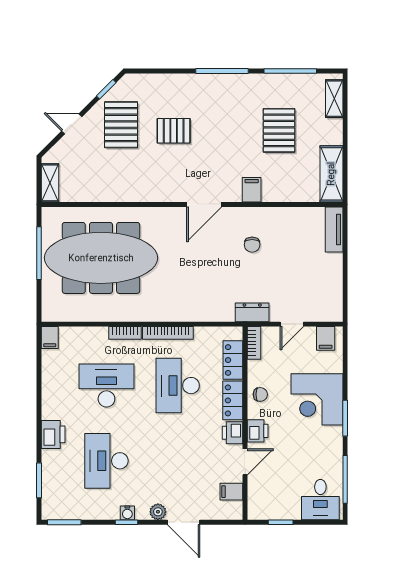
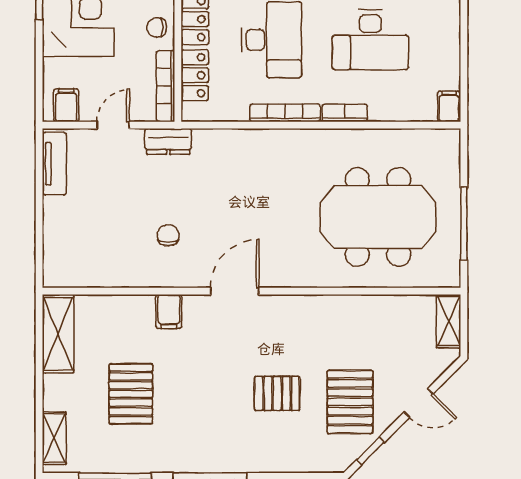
tv unit: (334, 229) -> (54, 164), moved
meeting table: (101, 258) -> (378, 217), width x0.73
bookcase: (254, 343) -> (166, 86), width x1.56

